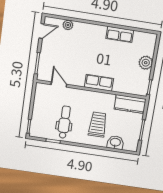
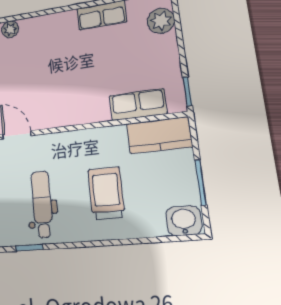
plant: (146, 63) -> (161, 21), moved
row of seats: (99, 83) -> (138, 105), moved
washbasin: (115, 143) -> (184, 221), moved

